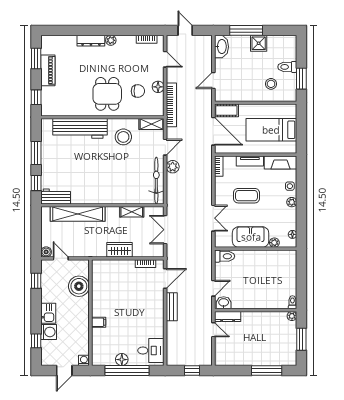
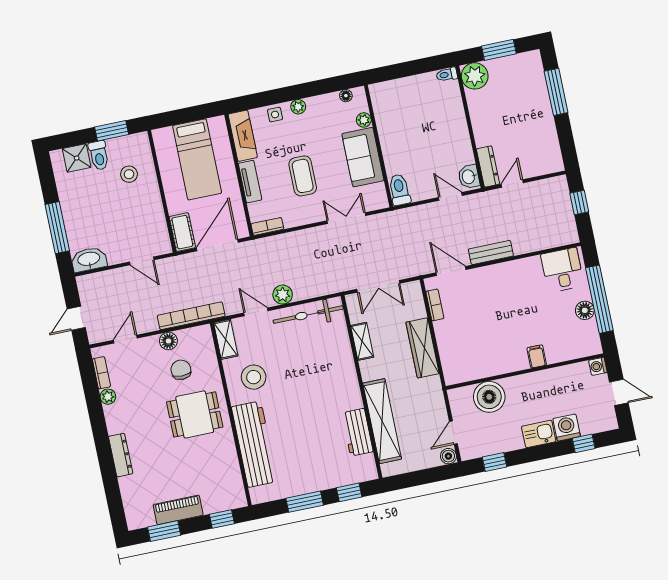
plant: (111, 40) -> (108, 397), moved
shower: (259, 43) -> (77, 158), moved
workbench: (56, 196) -> (357, 432), moved
wardrobe: (119, 250) -> (423, 348), width x1.50
plant: (292, 316) -> (475, 76), width x1.87, depth x1.87

